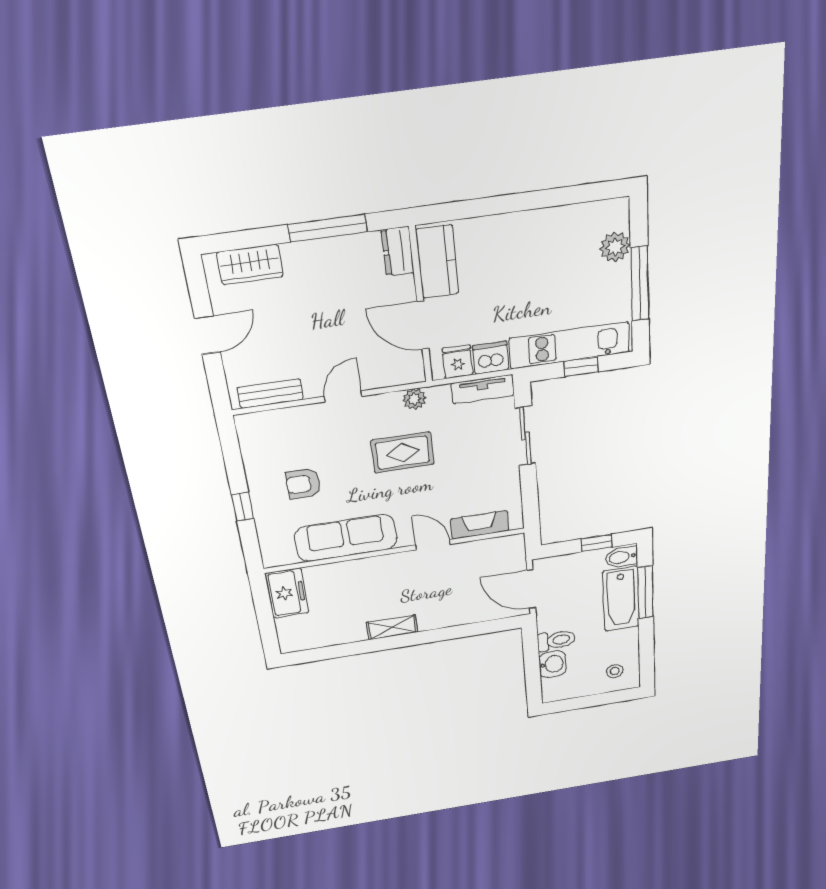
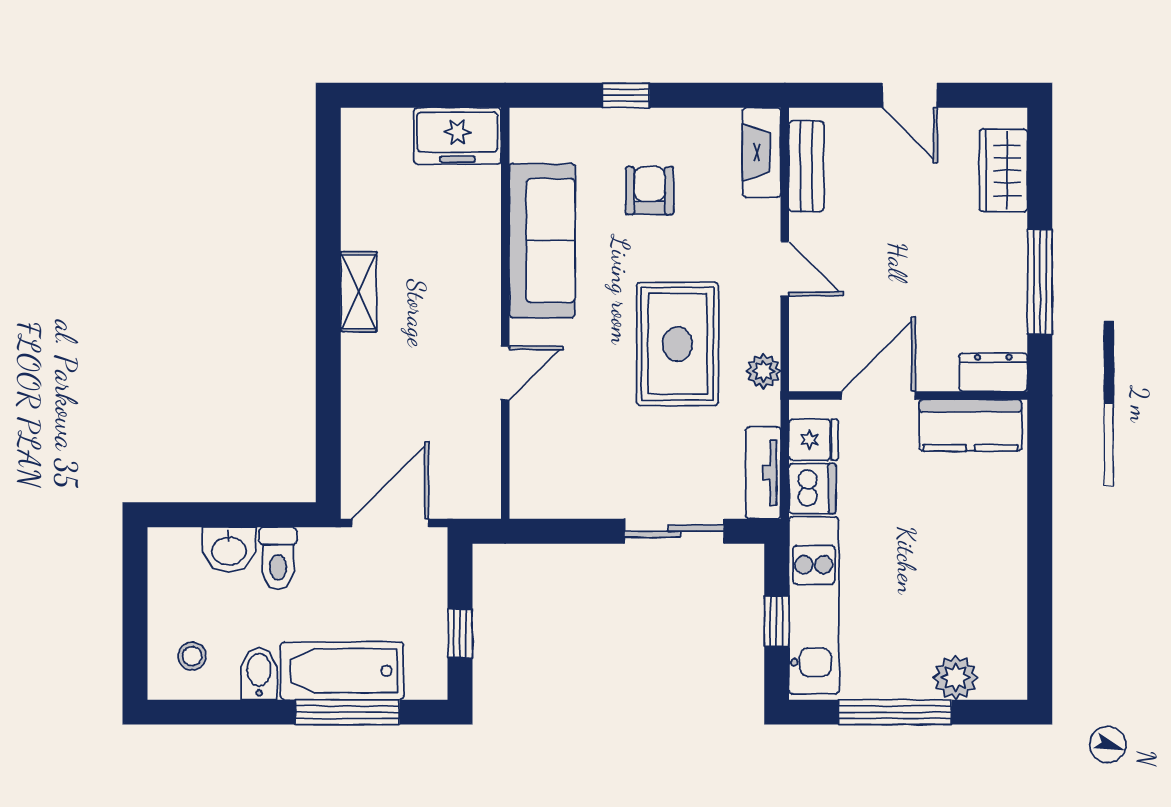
rug: (402, 452) -> (677, 344), width x1.36, depth x1.43
fireplace: (480, 525) -> (762, 153), moved, turned 180
bidet: (621, 557) -> (259, 673), moved

